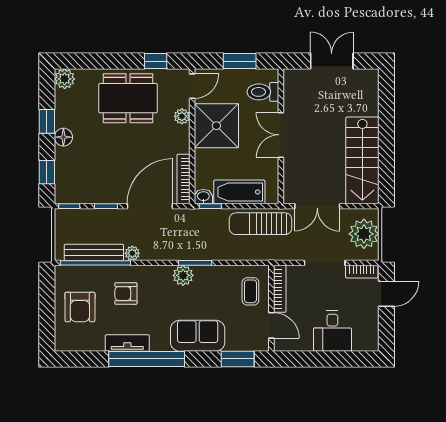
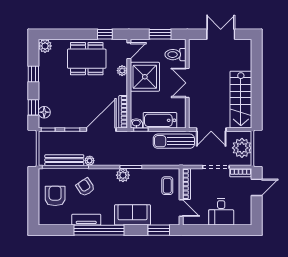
floor lamp: (63, 137) -> (44, 112), moved
armchair: (126, 294) -> (85, 187), turned 56
armchair: (80, 307) -> (55, 196), turned 180

